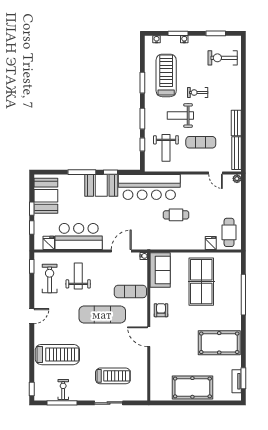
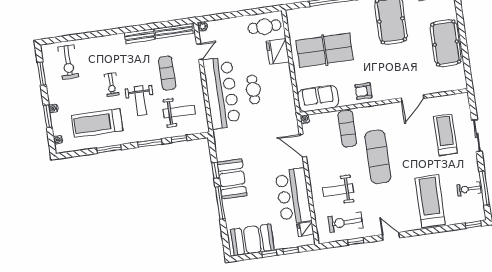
bar counter: (149, 187) -> (222, 93), moved
fridge: (211, 243) -> (278, 51), width x1.88, depth x1.34
window: (32, 266) -> (356, 241), moved
door: (149, 337) -> (412, 98), moved

